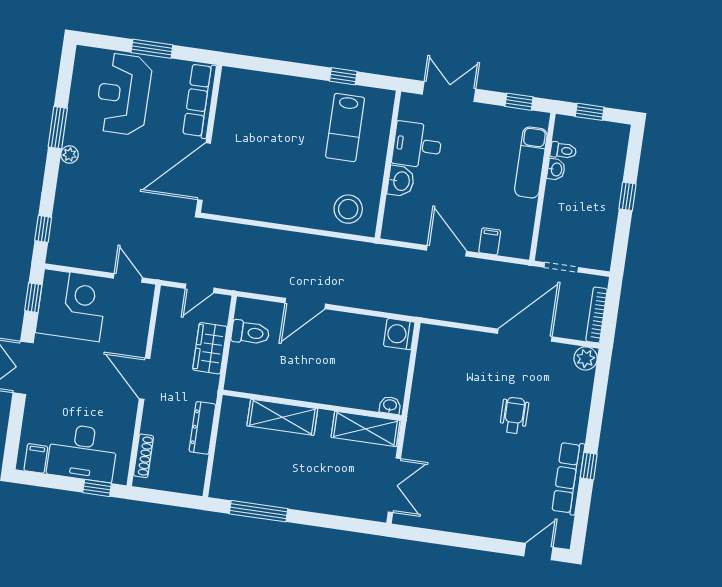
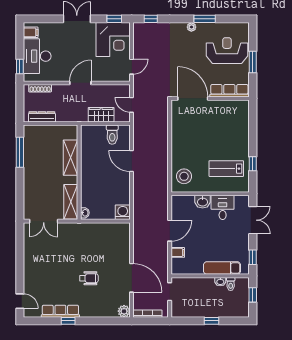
dresser: (202, 428) -> (42, 117), moved

